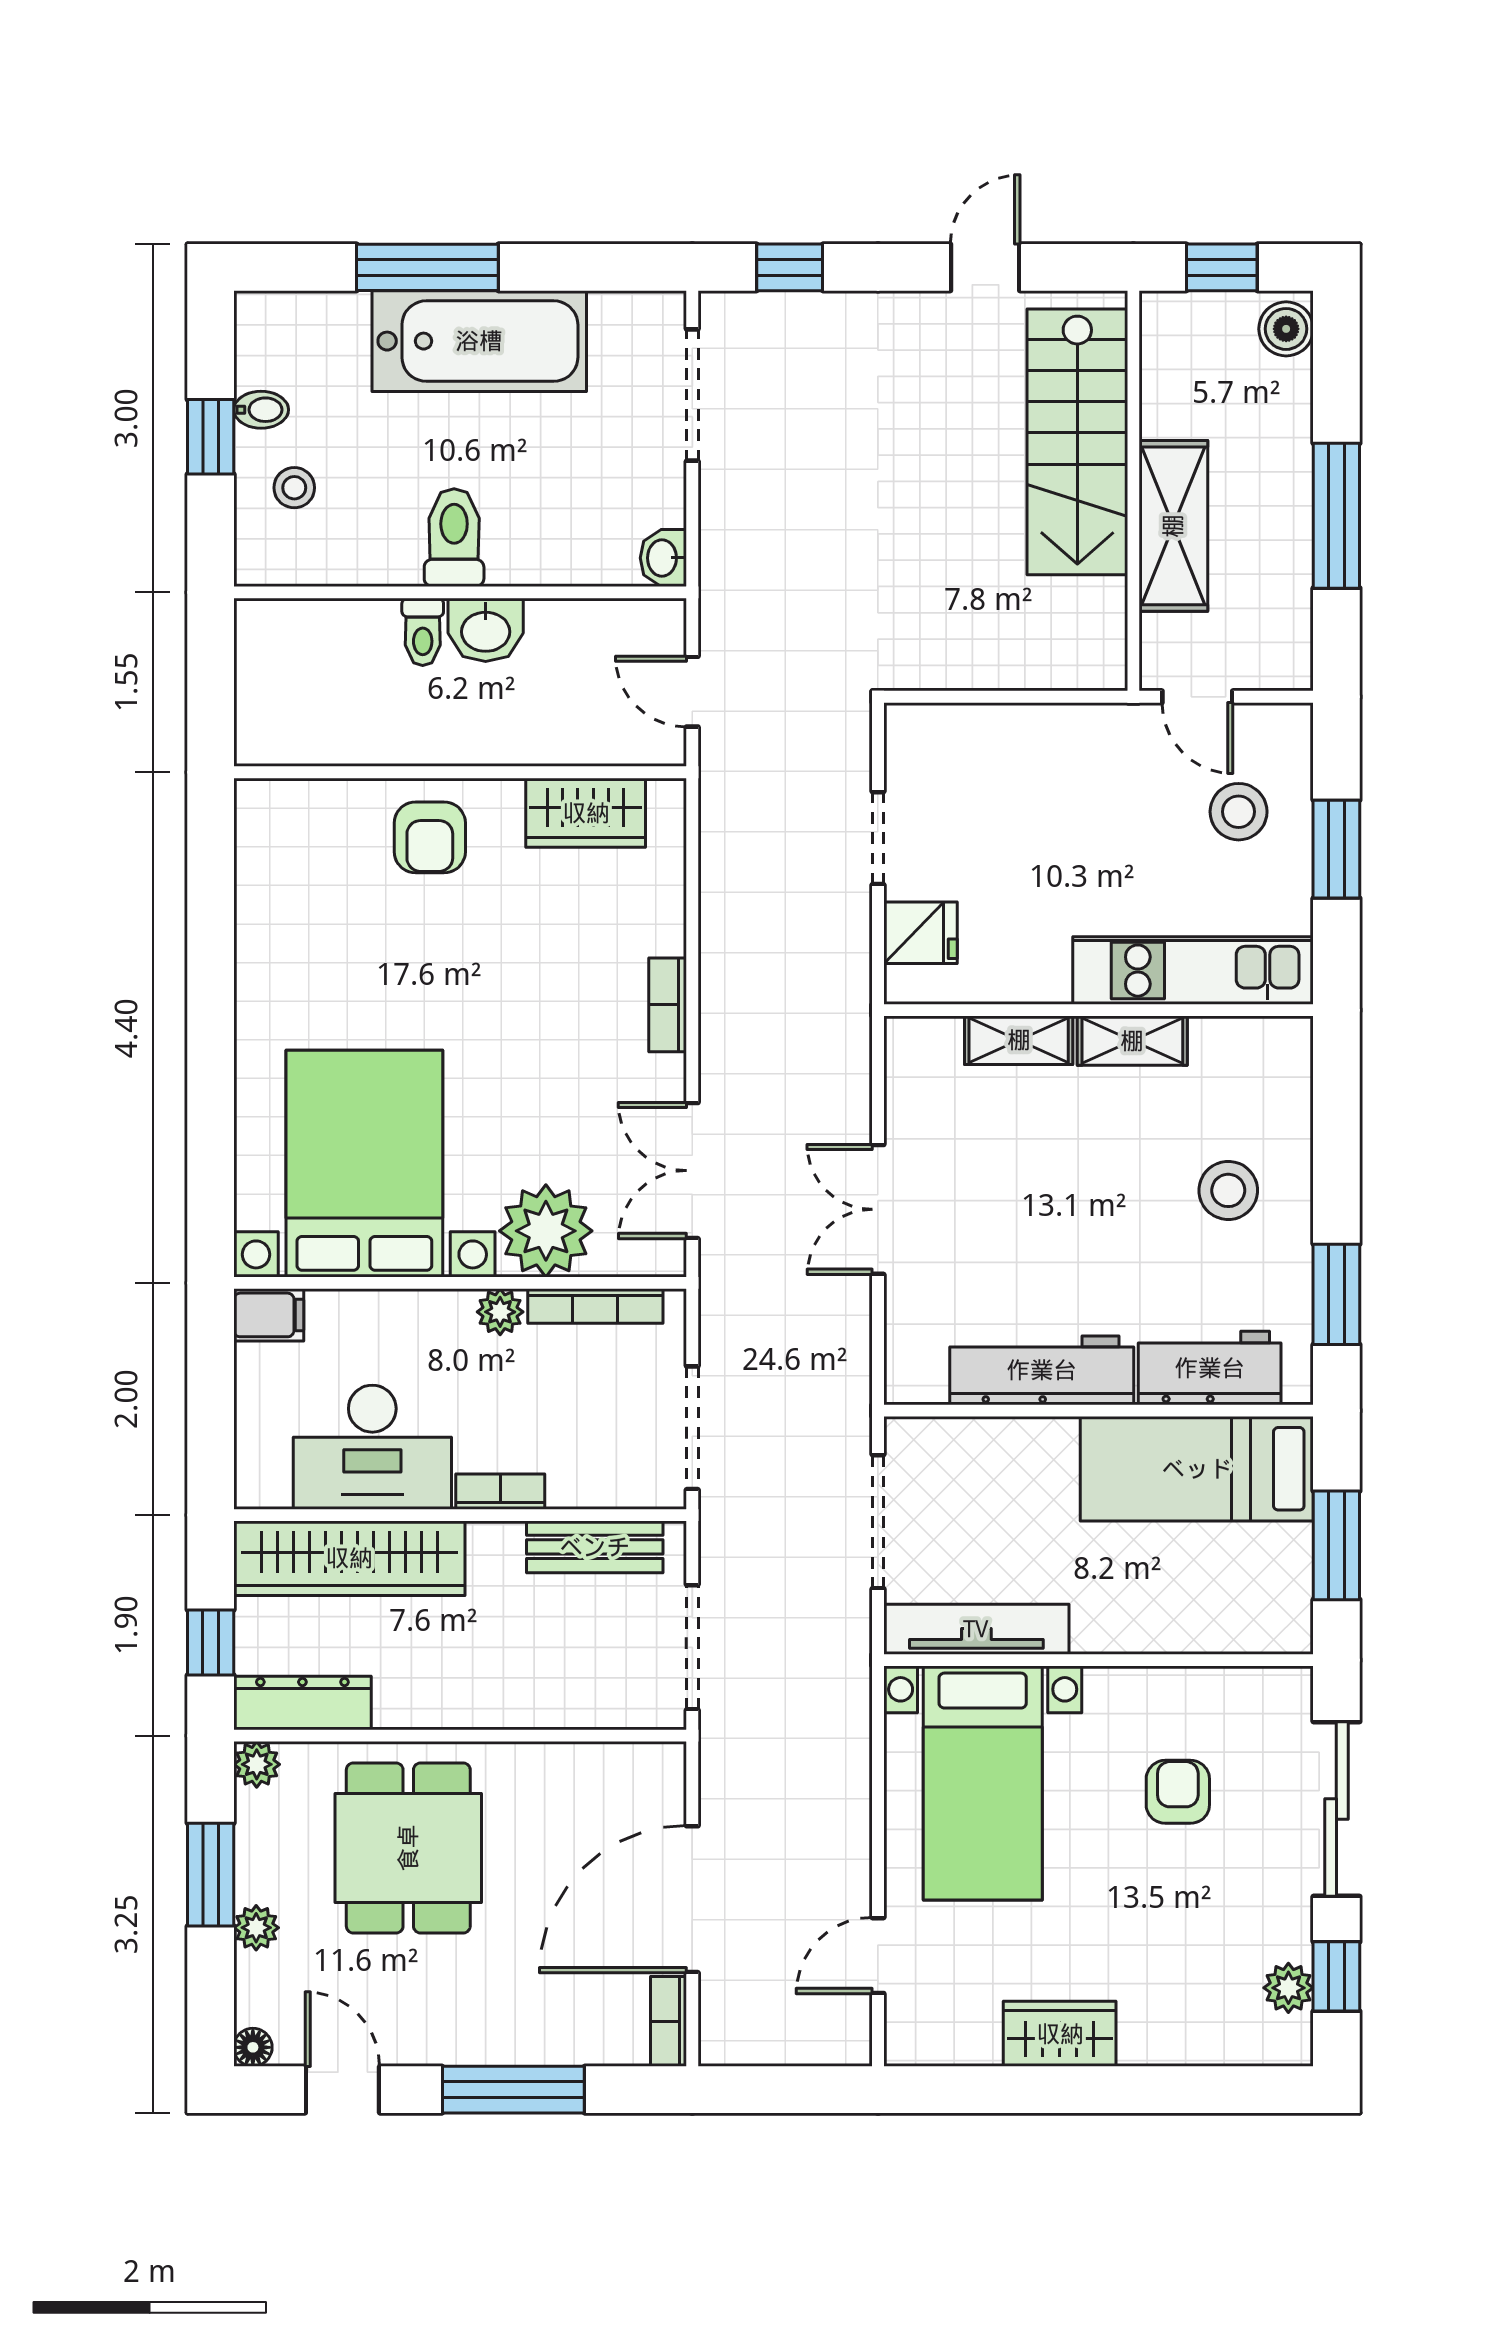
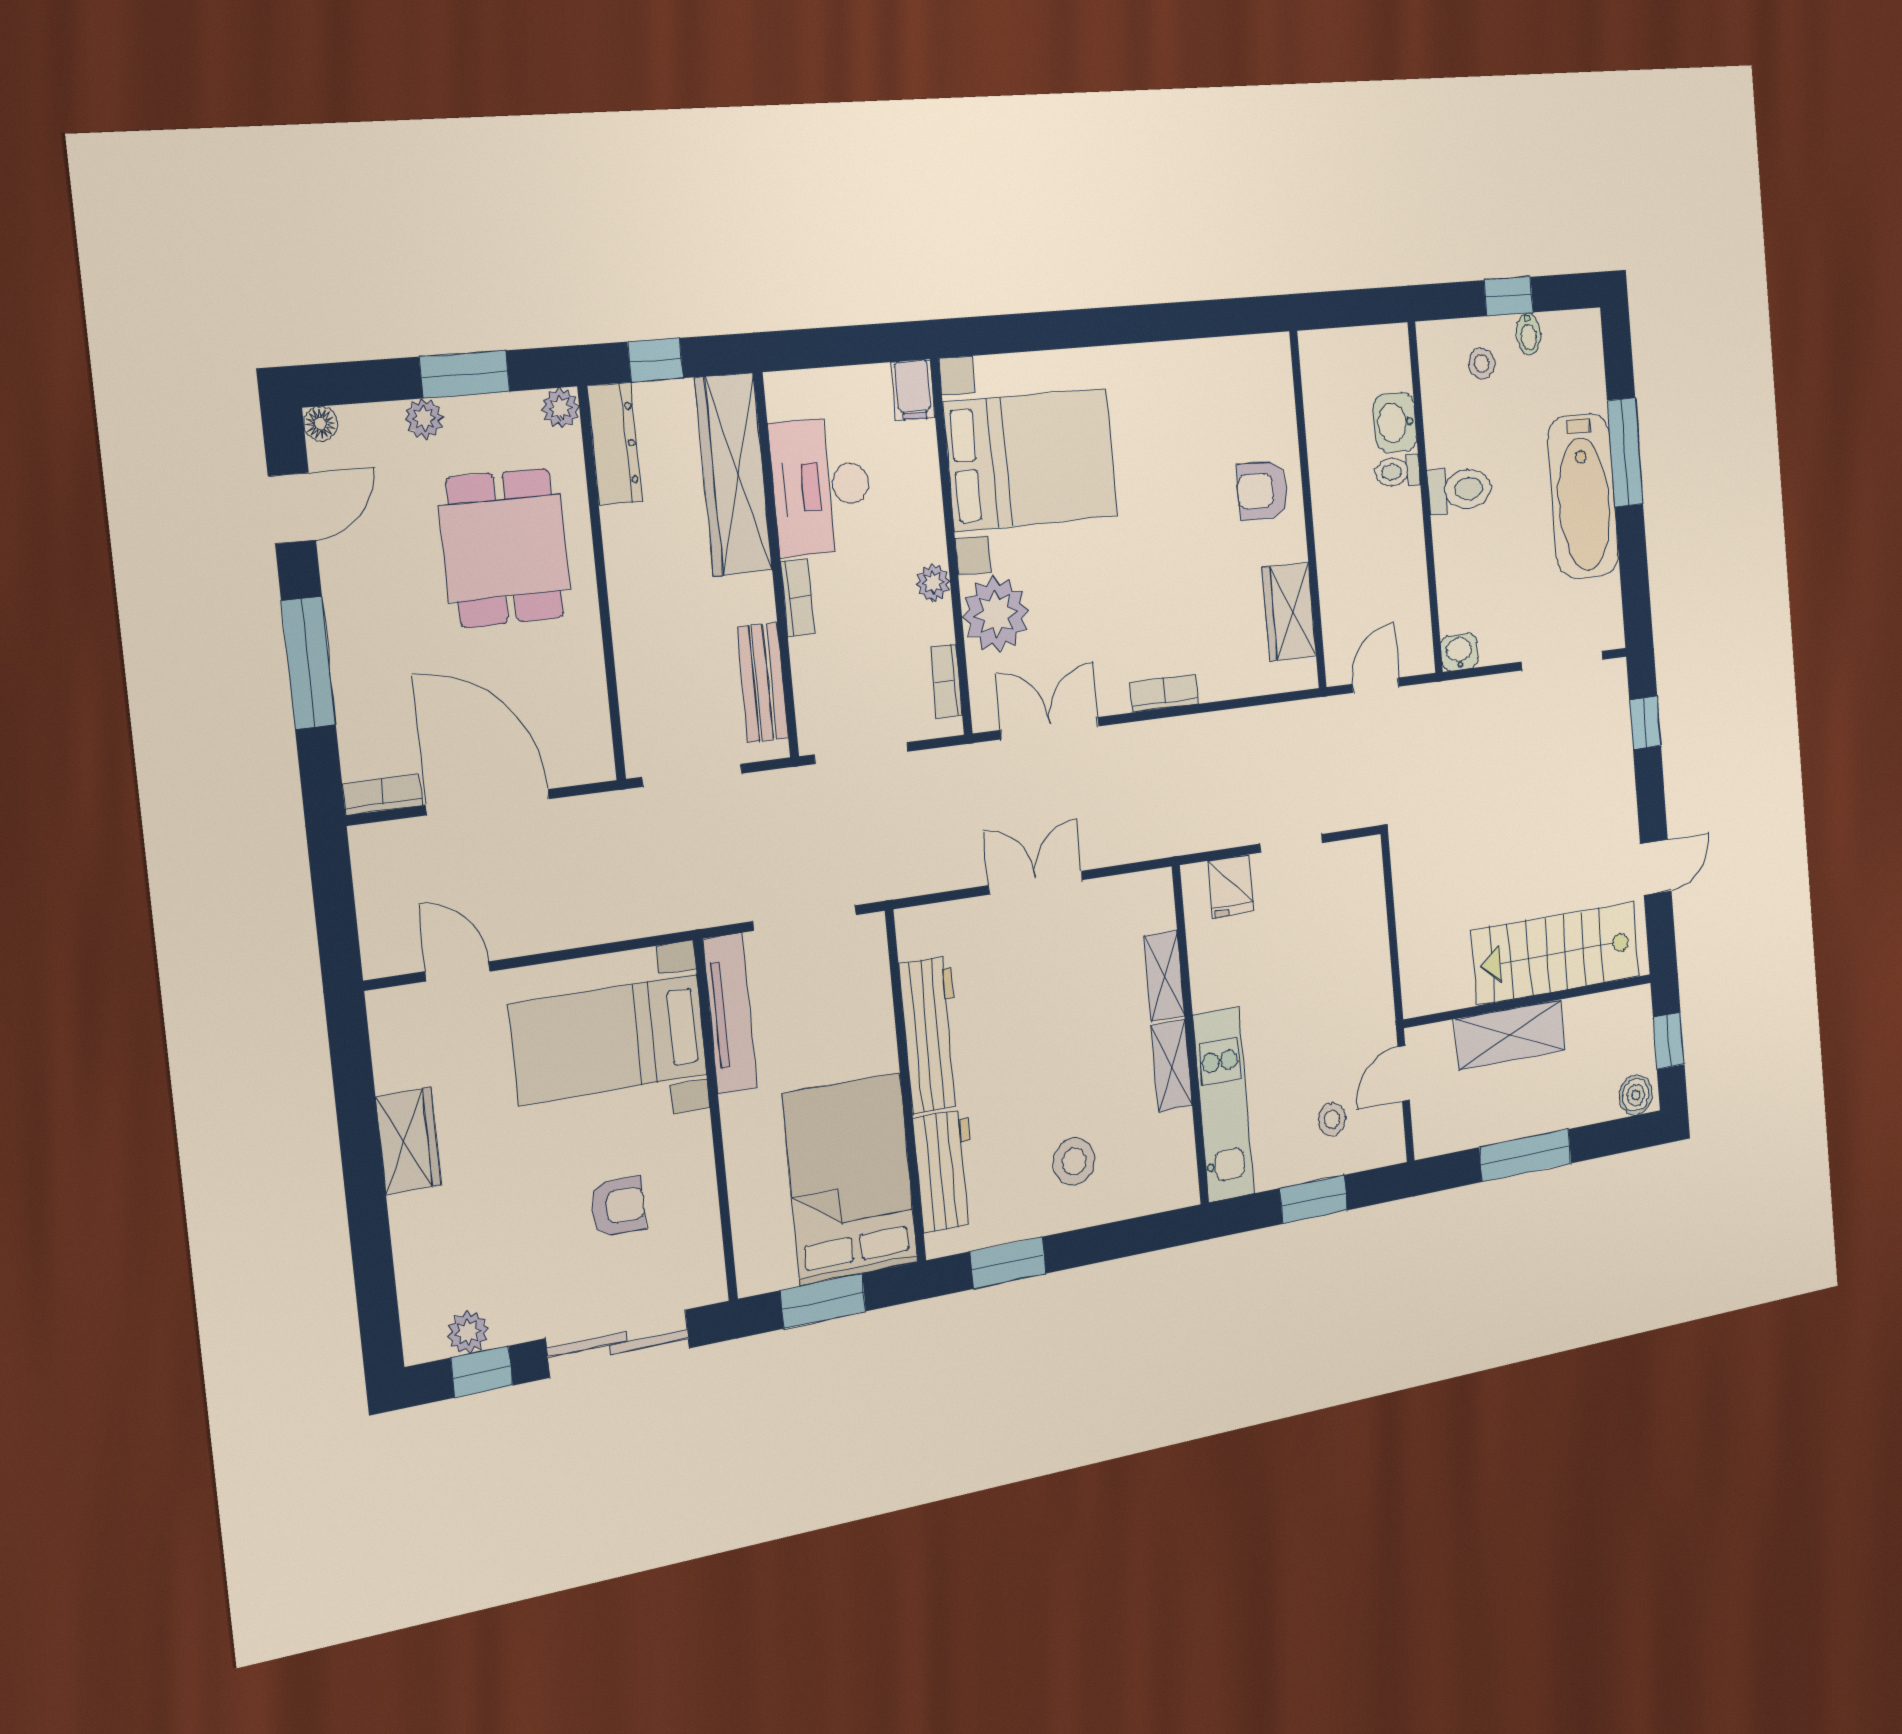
door: (985, 267) -> (1656, 867), hinge flipped
washbasin: (486, 630) -> (1395, 422), moved
stool: (1239, 812) -> (1332, 1119), width x0.73, depth x0.73
bookcase: (595, 1306) -> (946, 681), width x0.64
bed: (1197, 1469) -> (850, 1179), width x1.50
dining table: (408, 1848) -> (505, 548), turned 90

